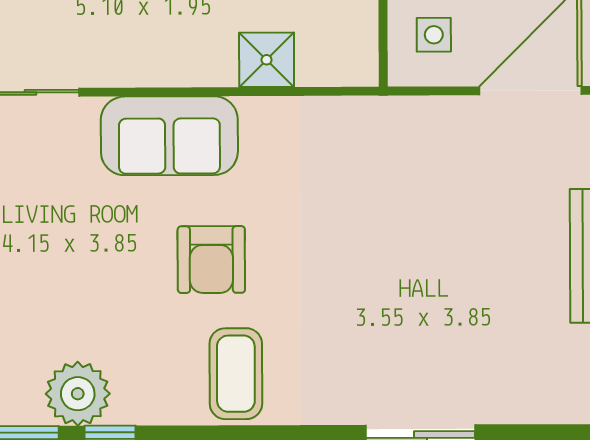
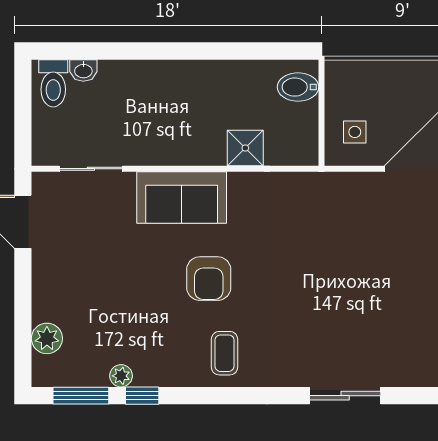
coffee table: (236, 374) -> (225, 353), width x0.73, depth x0.77
plant: (78, 394) -> (121, 376), width x0.53, depth x0.53

